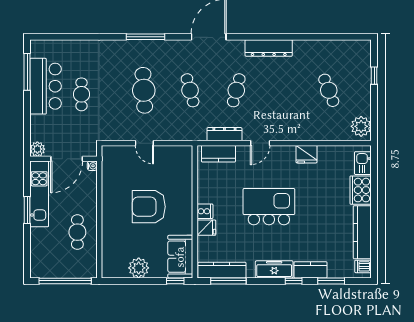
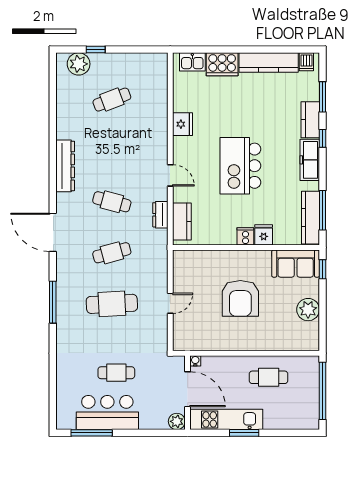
plant: (361, 126) -> (79, 64), moved
dresser: (224, 134) -> (160, 215), width x0.70

